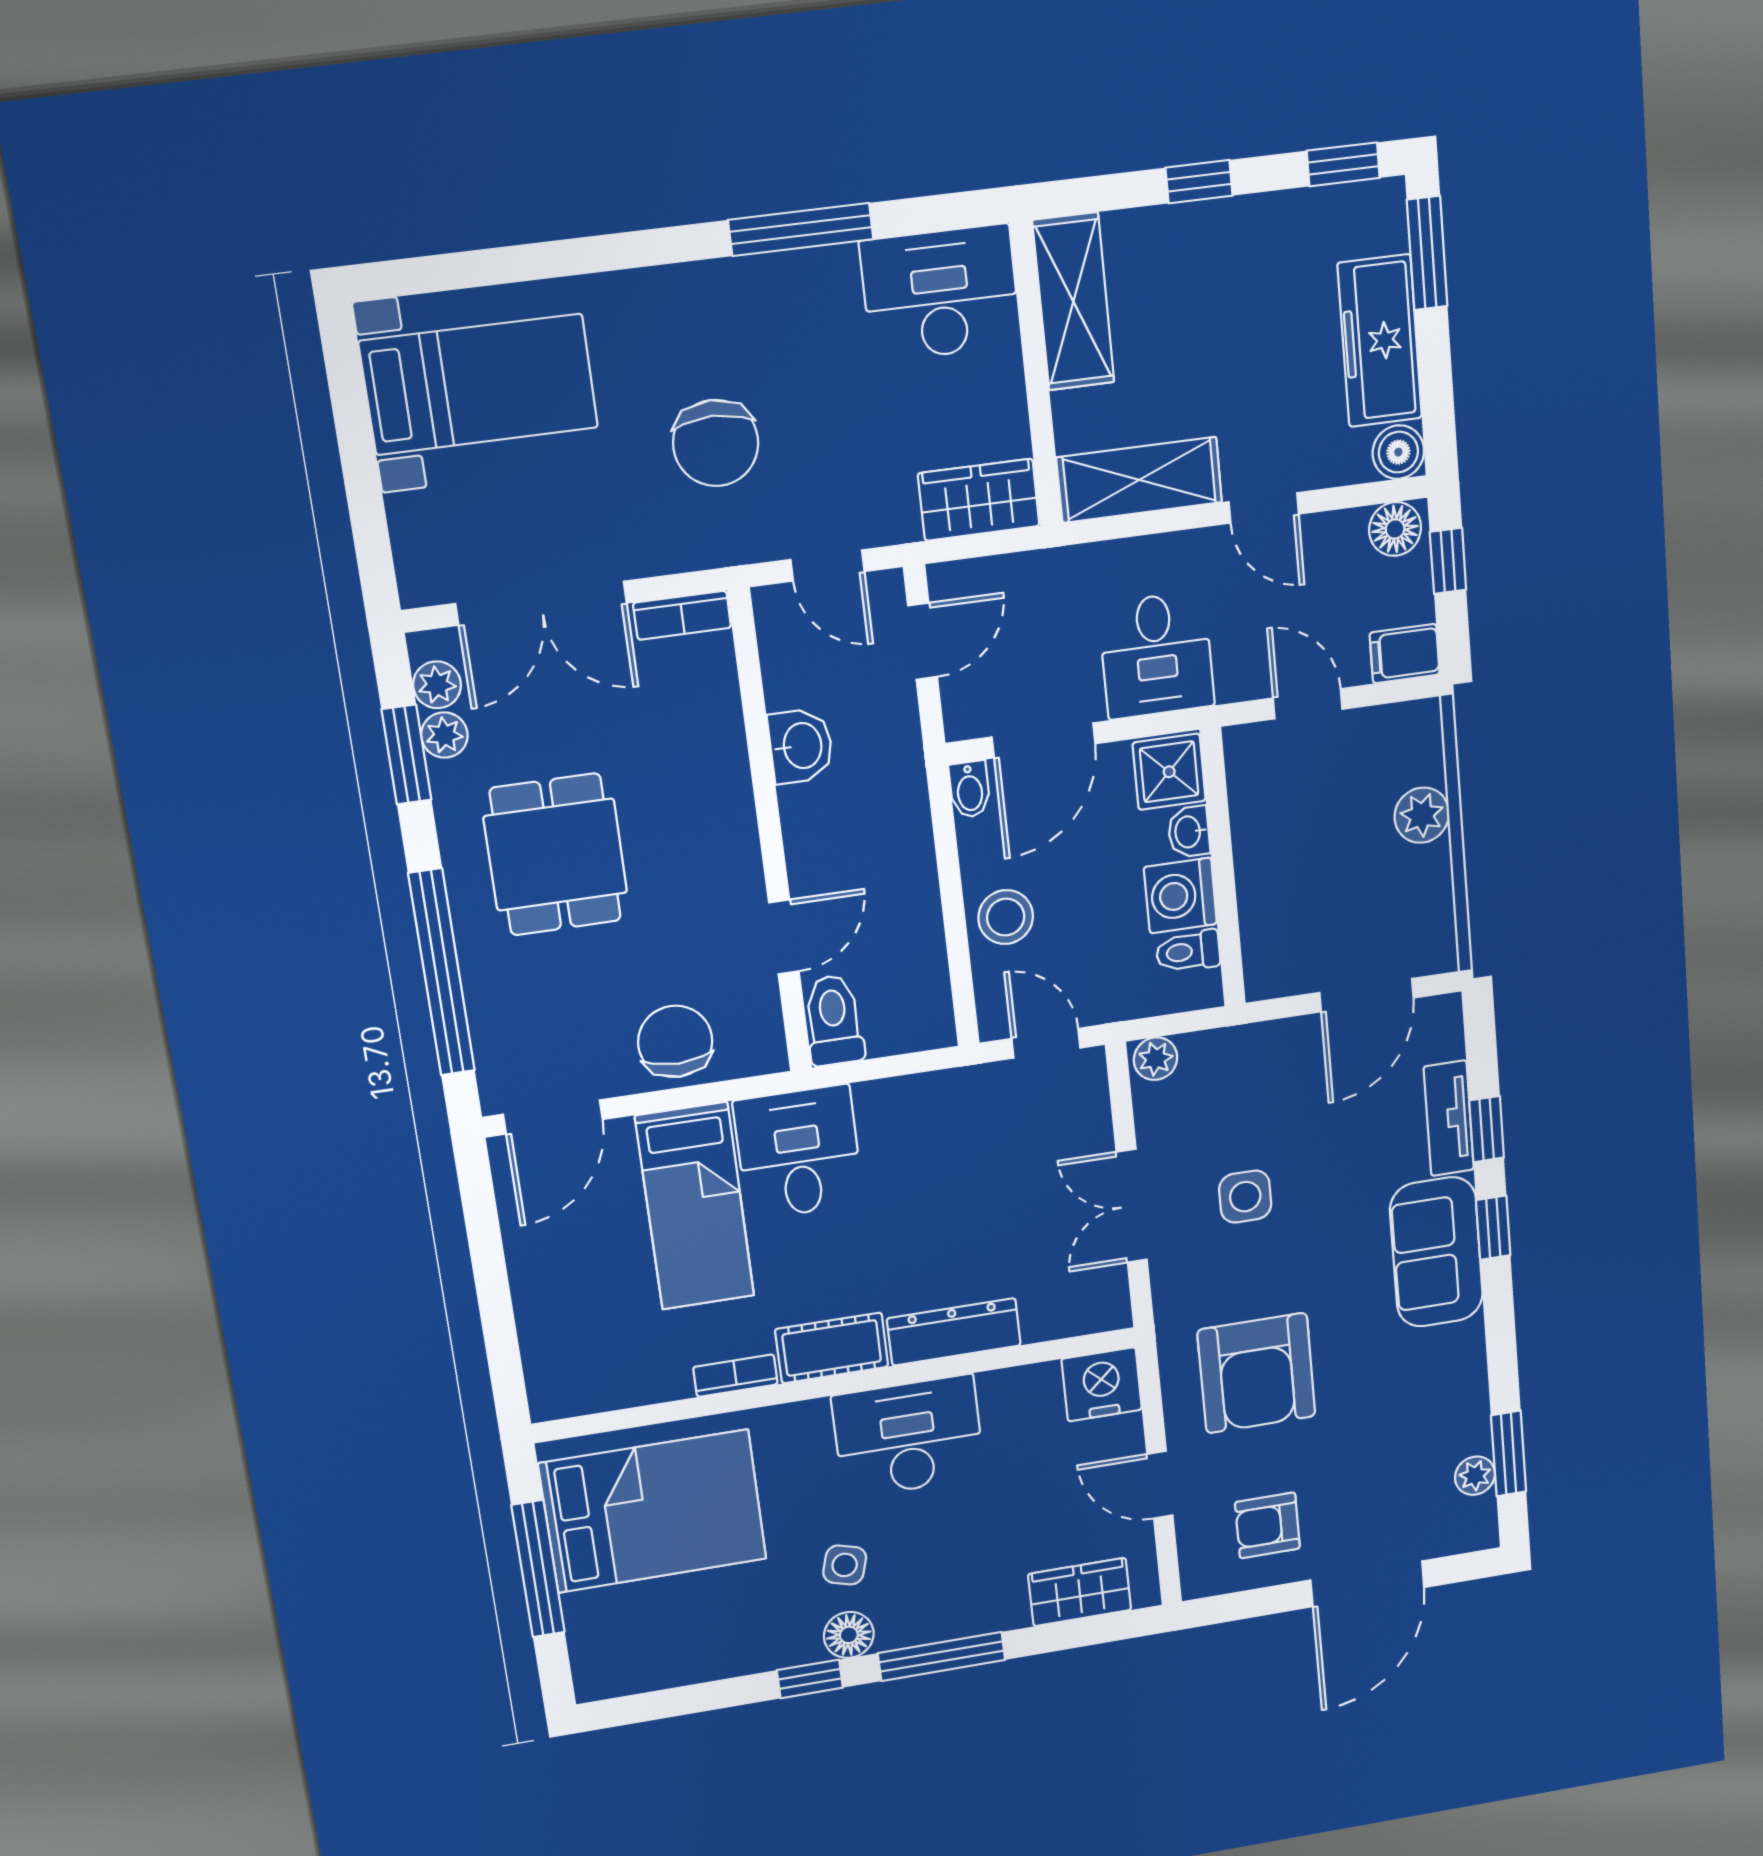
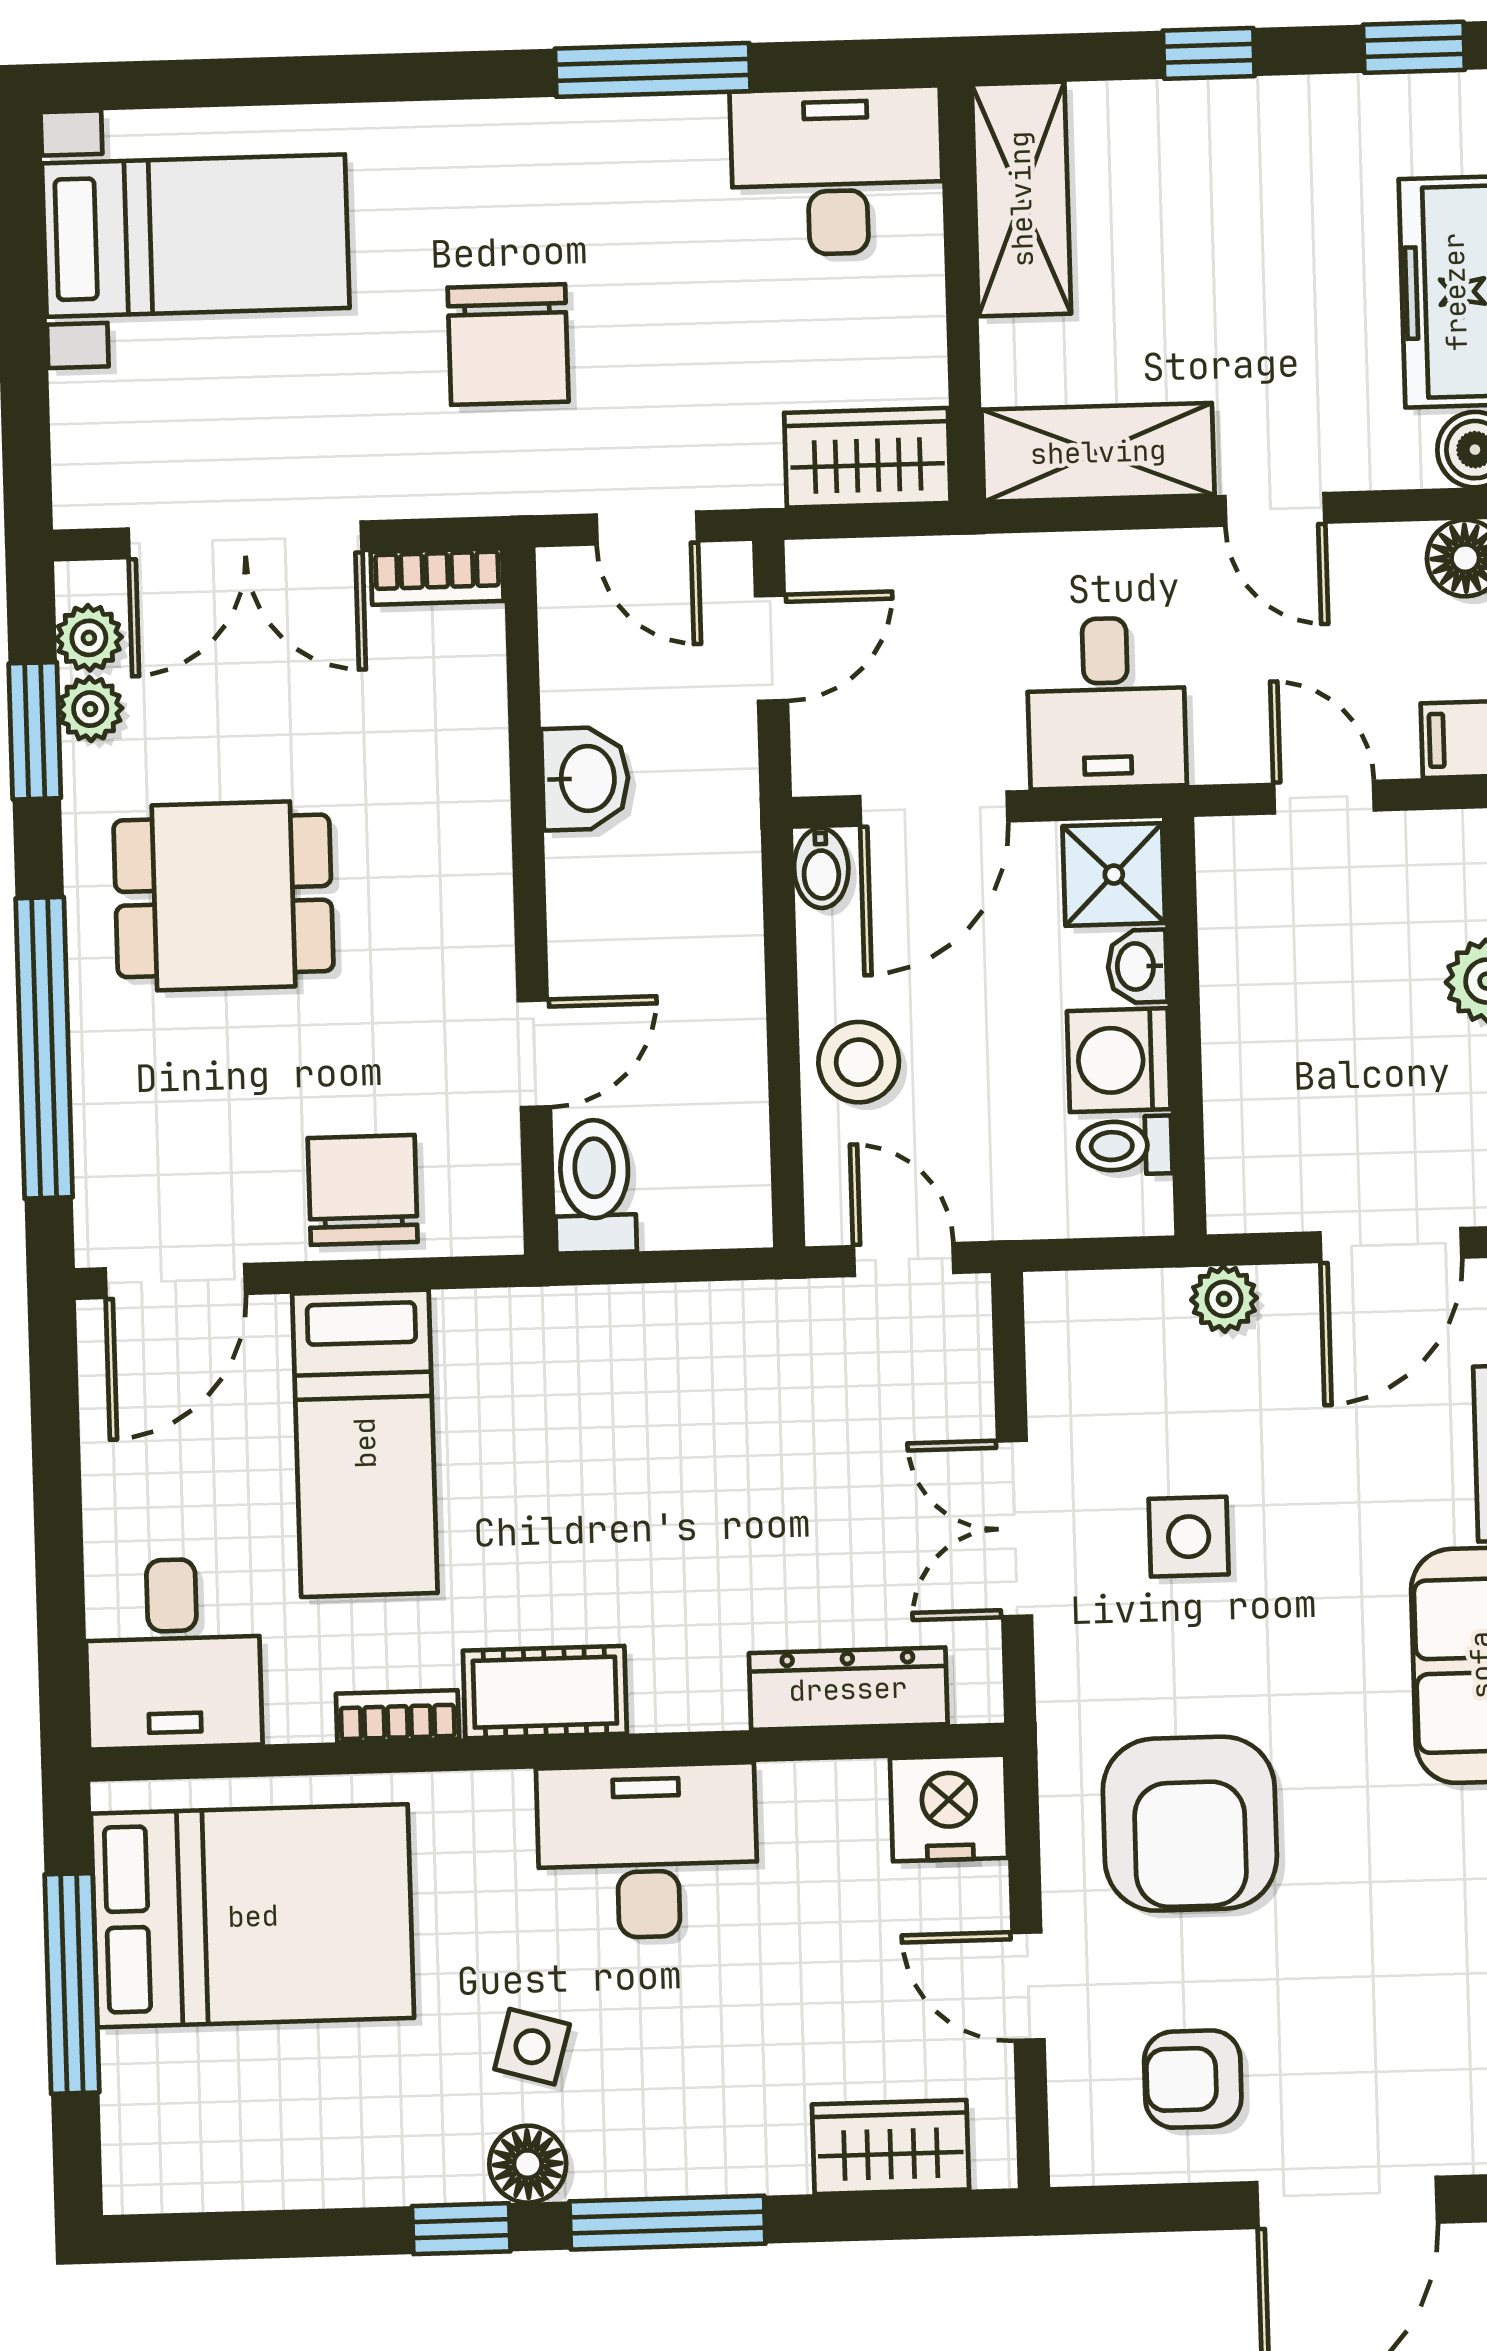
dining table: (555, 855) -> (224, 896), turned 90
plant: (1156, 1059) -> (1224, 1299), moved
desk: (799, 1152) -> (173, 1653), moved, turned 180
dresser: (954, 1332) -> (848, 1689), moved

